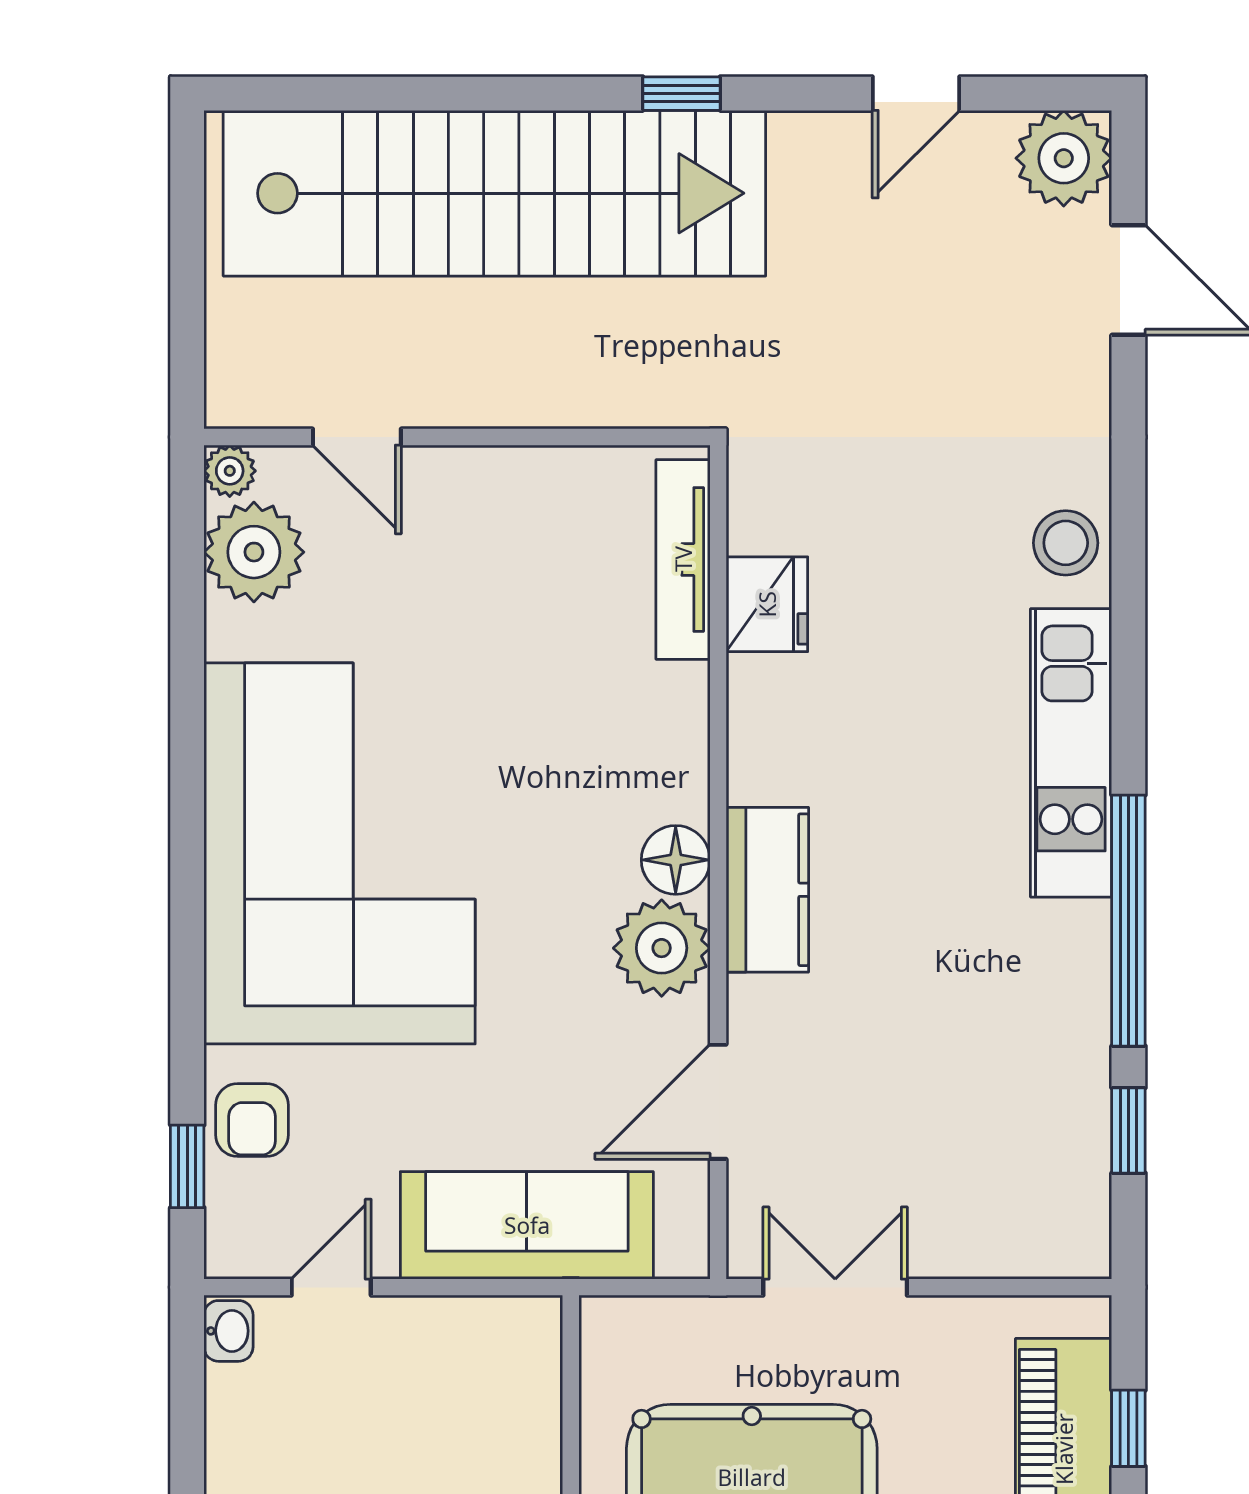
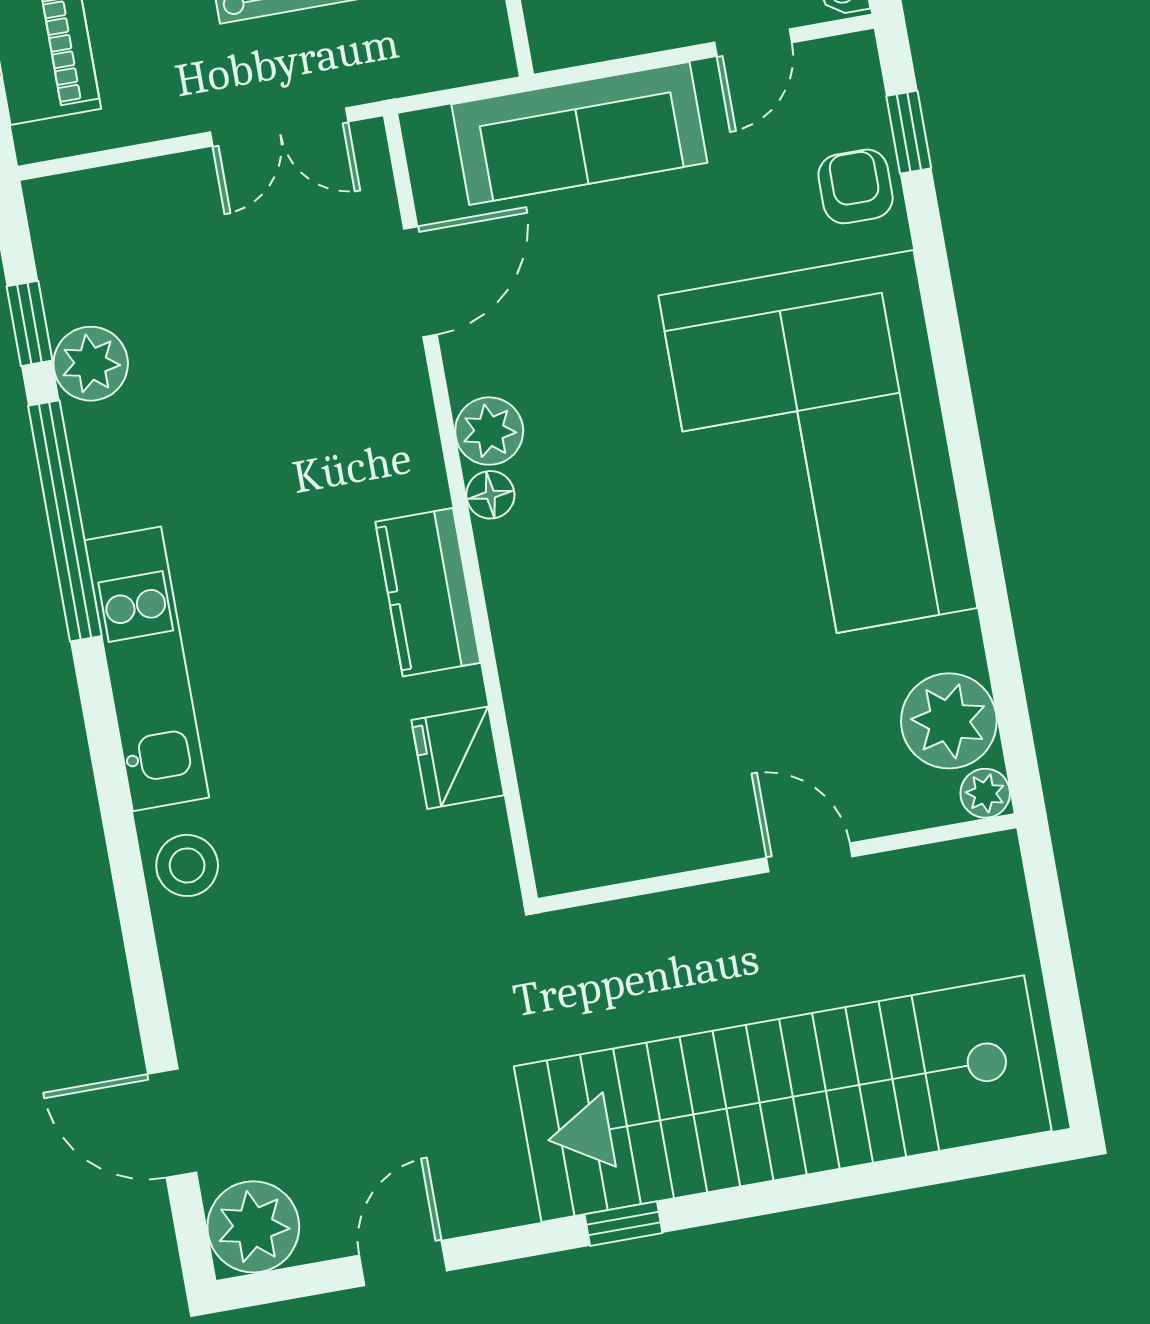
door: (357, 437) -> (809, 857), moved
tv unit: (683, 559) -> (544, 786), removed
floor lamp: (676, 860) -> (490, 495), width x0.73, depth x0.73
kitchen counter: (767, 890) -> (428, 592), moved
plant: (662, 948) -> (489, 431), width x0.73, depth x0.73
plant: (1073, 1078) -> (91, 364), added

